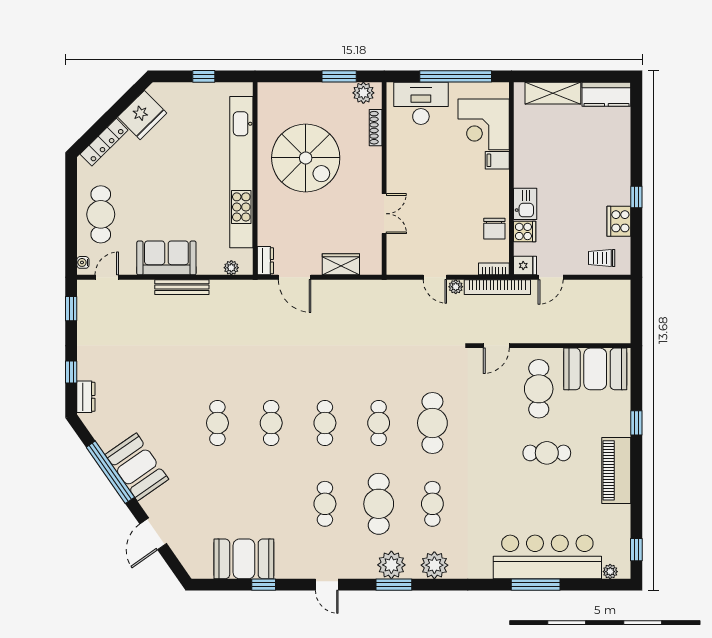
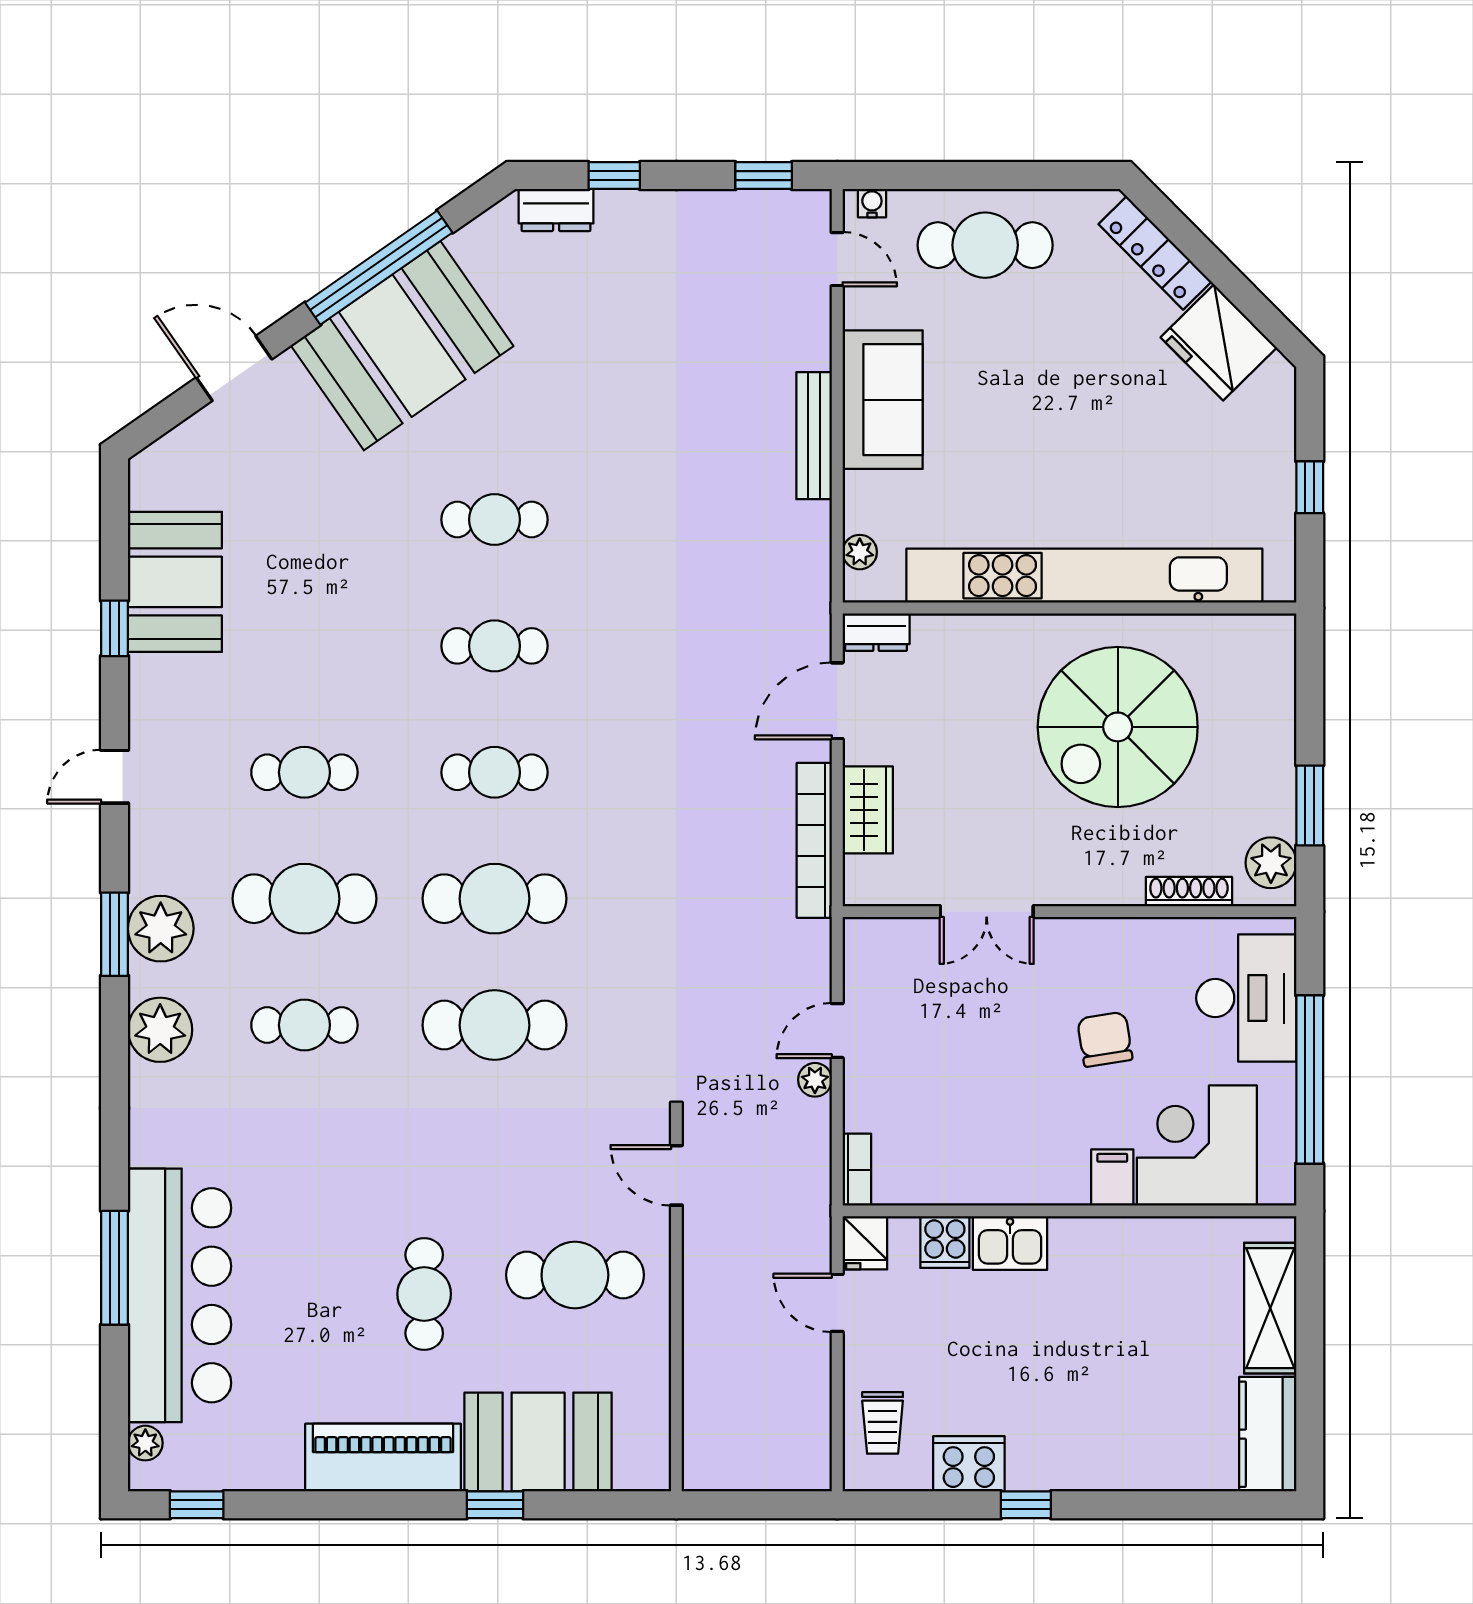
chair: (494, 229) -> (1105, 1039), moved, turned 81
trolley: (602, 258) -> (883, 1423), turned 180
bookcase: (497, 287) -> (814, 840), moved
booth: (595, 369) -> (538, 1442), moved, turned 90
cafe table: (379, 423) -> (495, 899), width x1.37, depth x1.35
booth: (137, 467) -> (402, 346), width x1.36, depth x1.42

